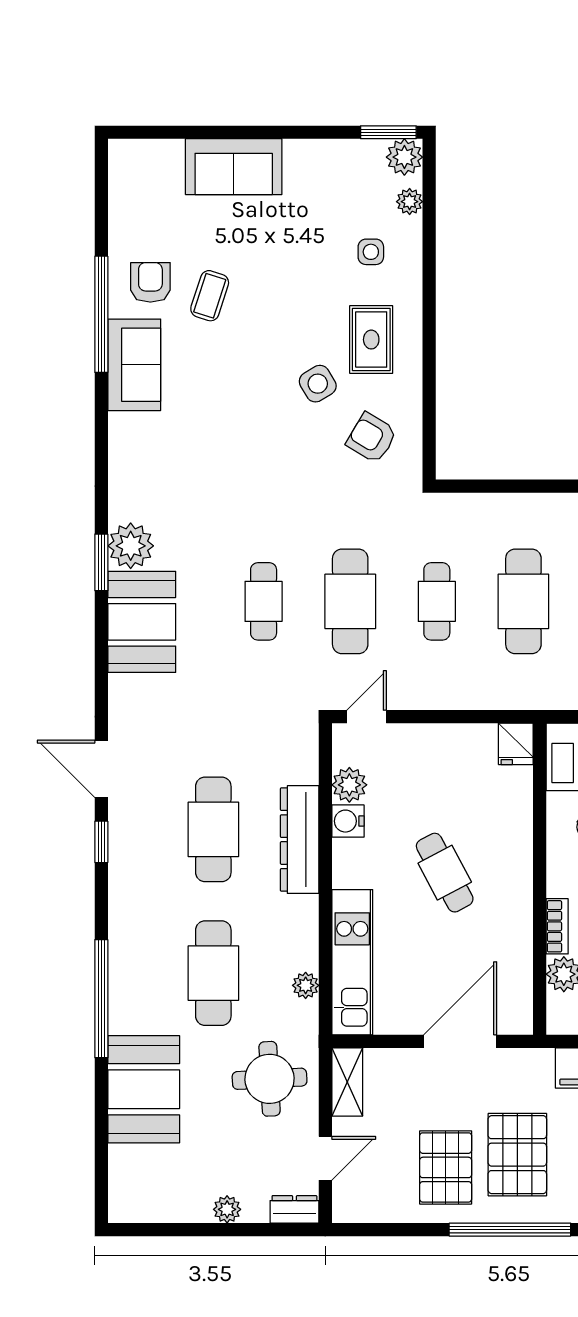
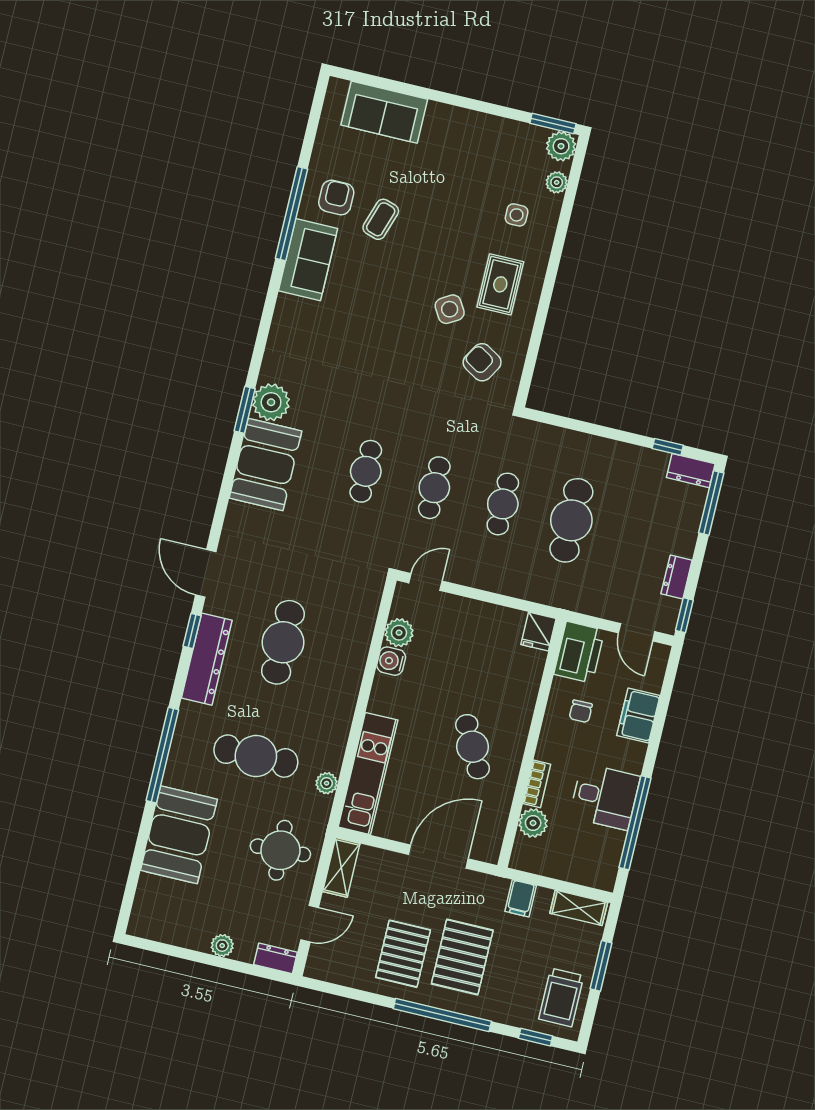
sofa: (234, 167) -> (384, 112), moved
cafe table: (350, 601) -> (434, 488), width x0.73, depth x0.74
dresser: (300, 840) -> (207, 659), moved, turned 180
cafe table: (445, 873) -> (472, 747), moved
cafe table: (213, 973) -> (256, 756), turned 90

